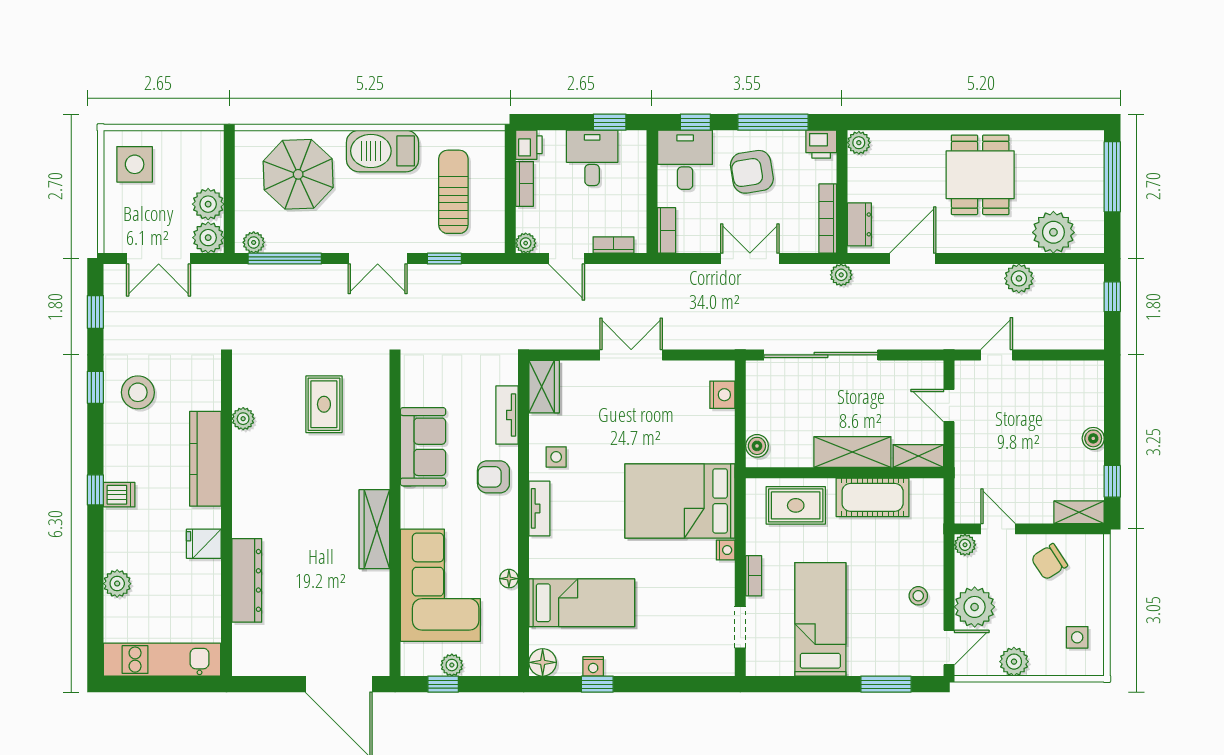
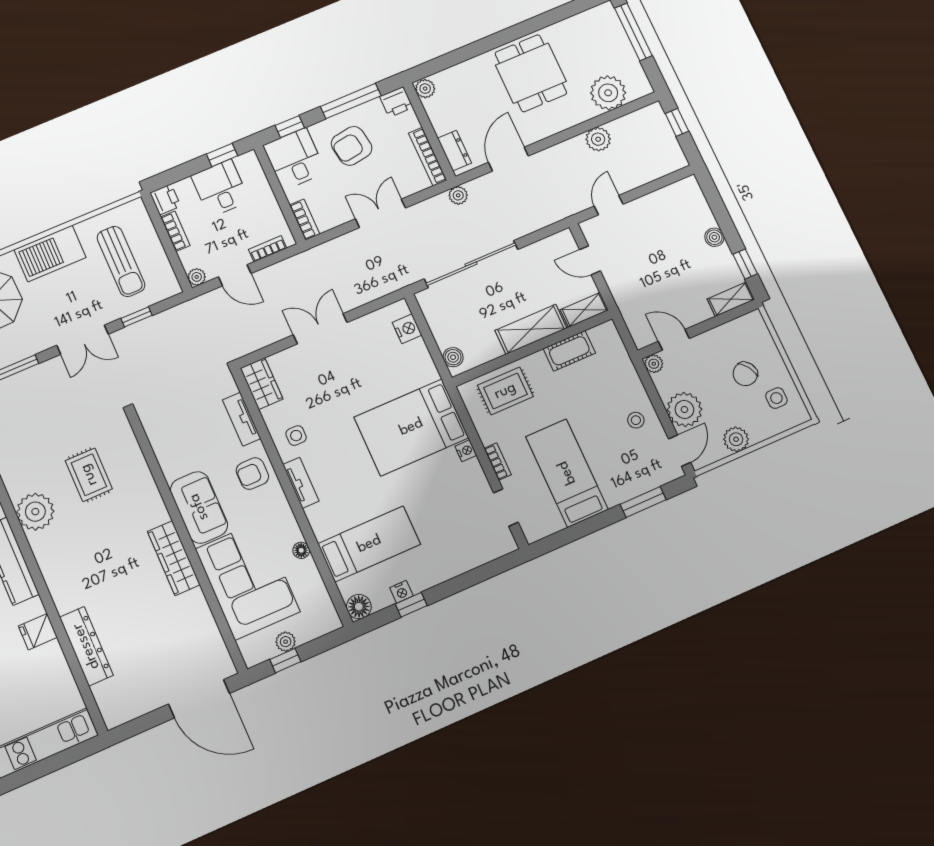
sun lounger: (453, 192) -> (121, 261), turned 180
plant: (243, 419) -> (35, 512), width x1.88, depth x1.88
sofa: (423, 447) -> (199, 507), moved
cot: (873, 497) -> (569, 351), width x0.73, depth x0.75
chair: (1049, 562) -> (745, 374), moved

